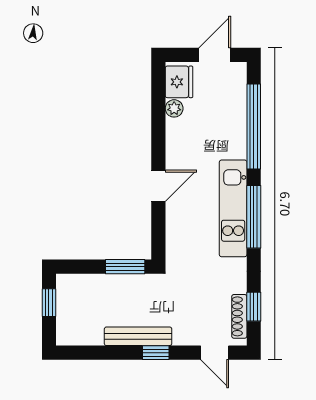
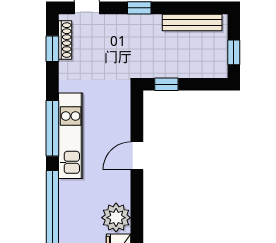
plant: (174, 108) -> (116, 218), width x1.88, depth x1.88
window: (125, 267) -> (166, 84), width x0.67
bench: (138, 336) -> (192, 22), moved

